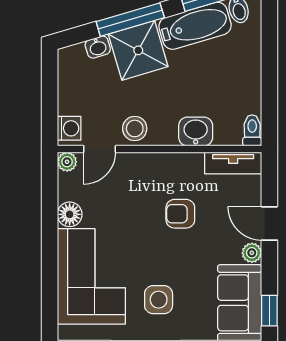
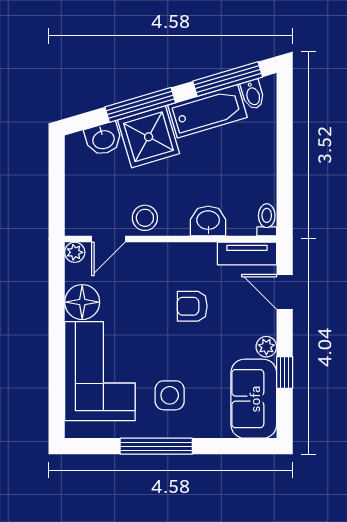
washbasin: (98, 47) -> (103, 139), width x1.38, depth x1.45
washing machine: (69, 128) -> (77, 218), removed
floor lamp: (70, 214) -> (82, 302), width x1.38, depth x1.38
door: (269, 223) -> (285, 292), moved
window: (269, 311) -> (285, 372), moved

